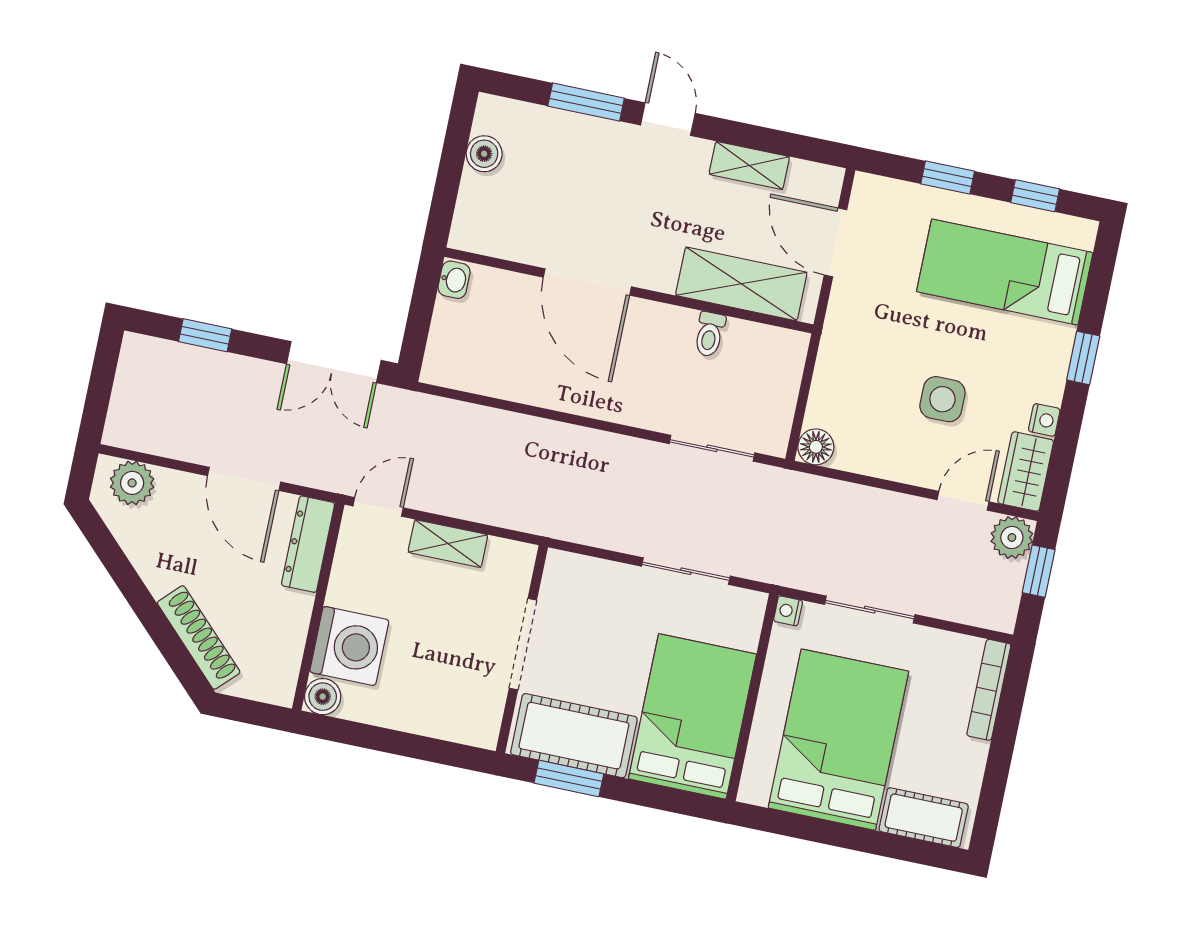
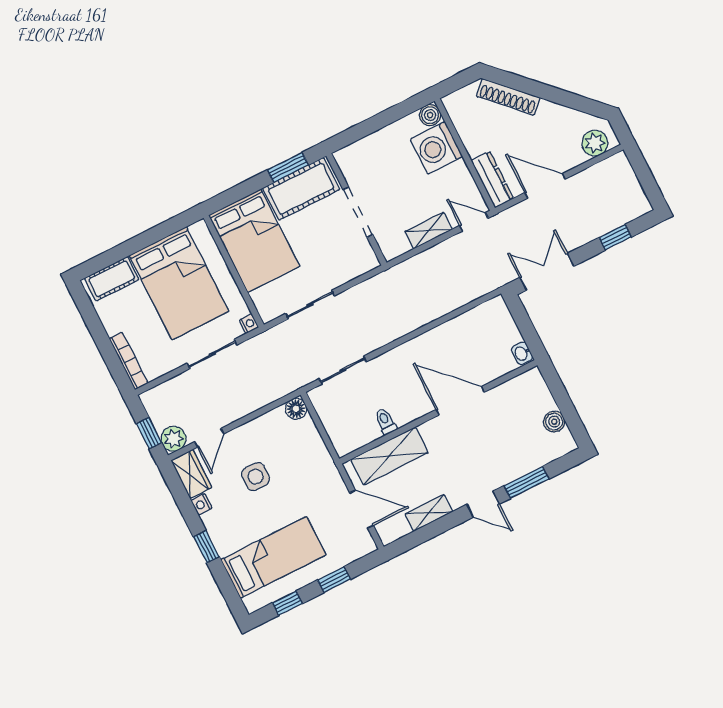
door: (378, 507) -> (474, 222), swing flipped

